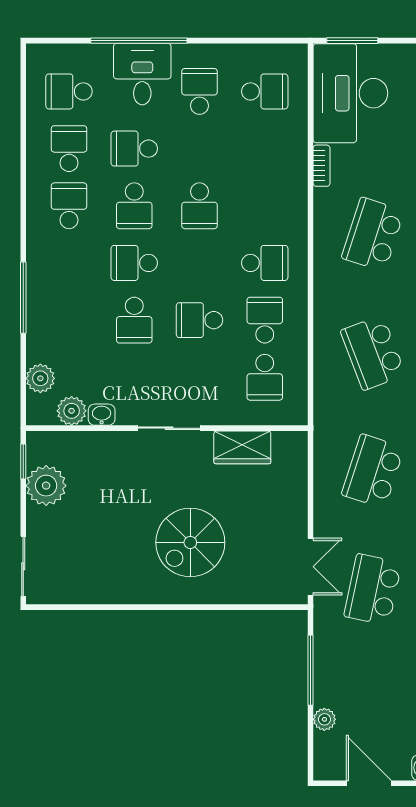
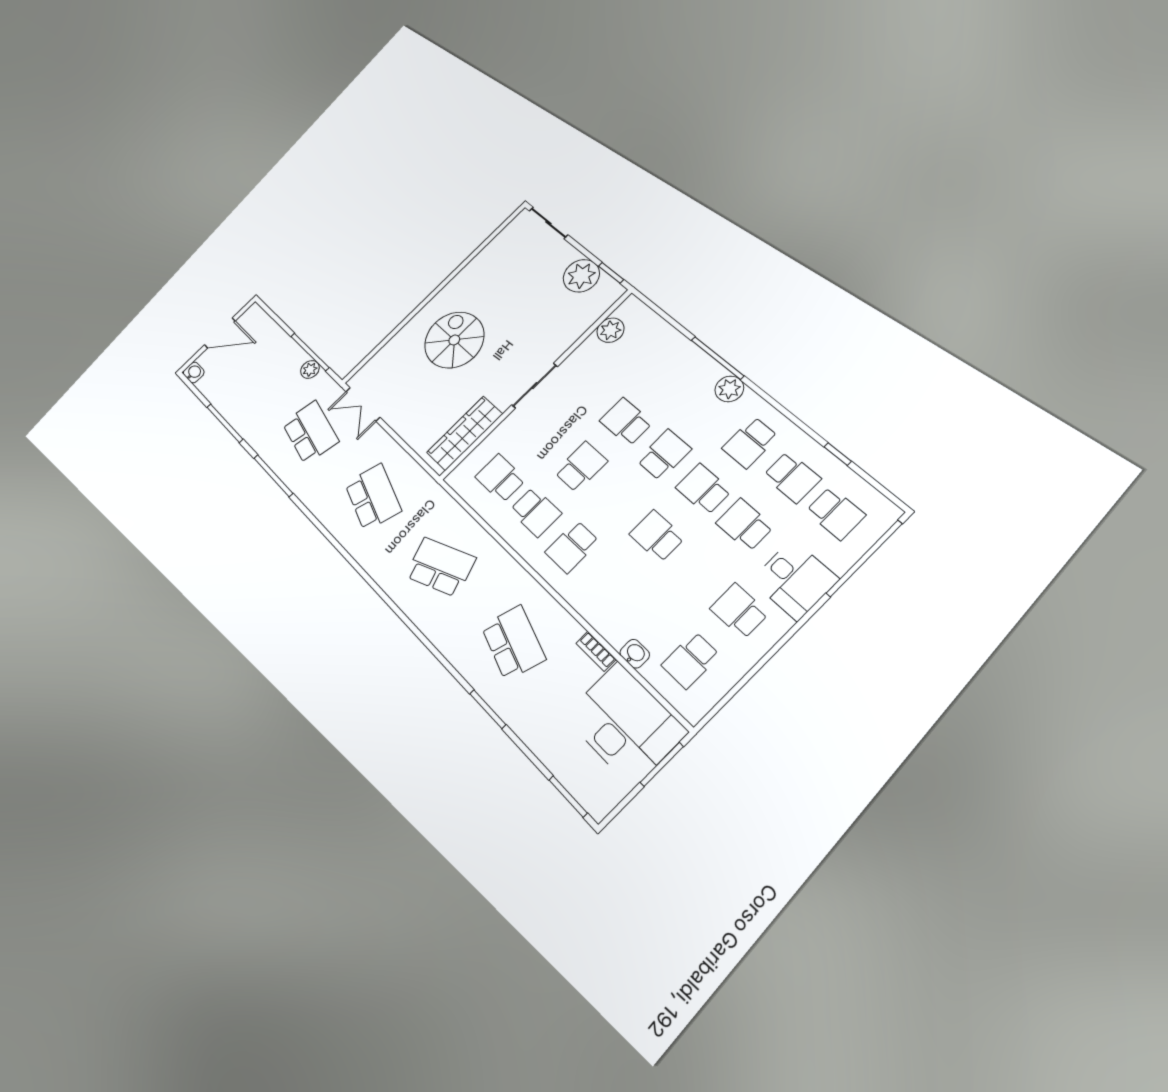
window: (139, 41) -> (864, 558), moved
school desk: (69, 91) -> (836, 513), turned 90
school desk: (199, 91) -> (739, 611), turned 180
window: (23, 132) -> (838, 454), added
school desk: (134, 149) -> (745, 525), turned -90
school desk: (69, 206) -> (750, 442), turned 90
plant: (40, 378) -> (729, 389), moved
washbasin: (102, 415) -> (635, 654), moved, turned -90
wardrobe: (242, 447) -> (465, 433), width x1.50
plant: (324, 719) -> (310, 369), moved

